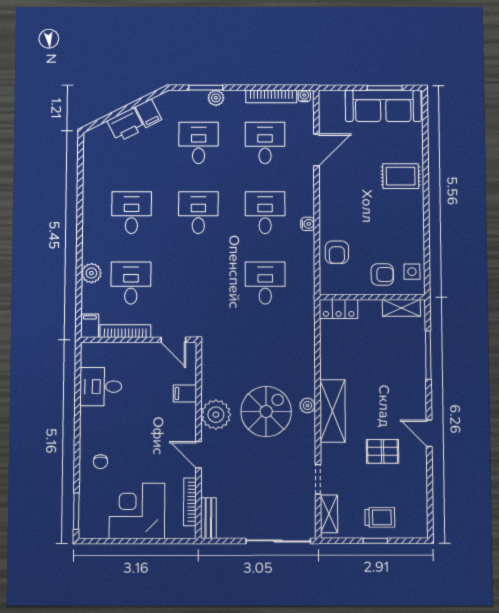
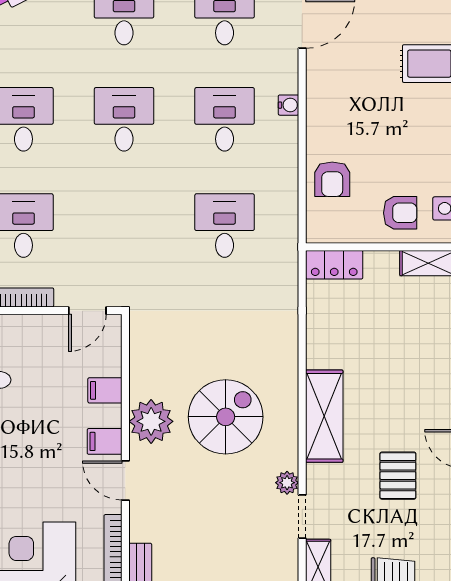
water cooler: (308, 224) -> (289, 105), moved
door: (173, 340) -> (87, 311), hinge flipped
plant: (307, 406) -> (287, 483), moved
filing cabinet: (185, 428) -> (105, 441), added
pallet: (382, 451) -> (398, 476), turned 90

